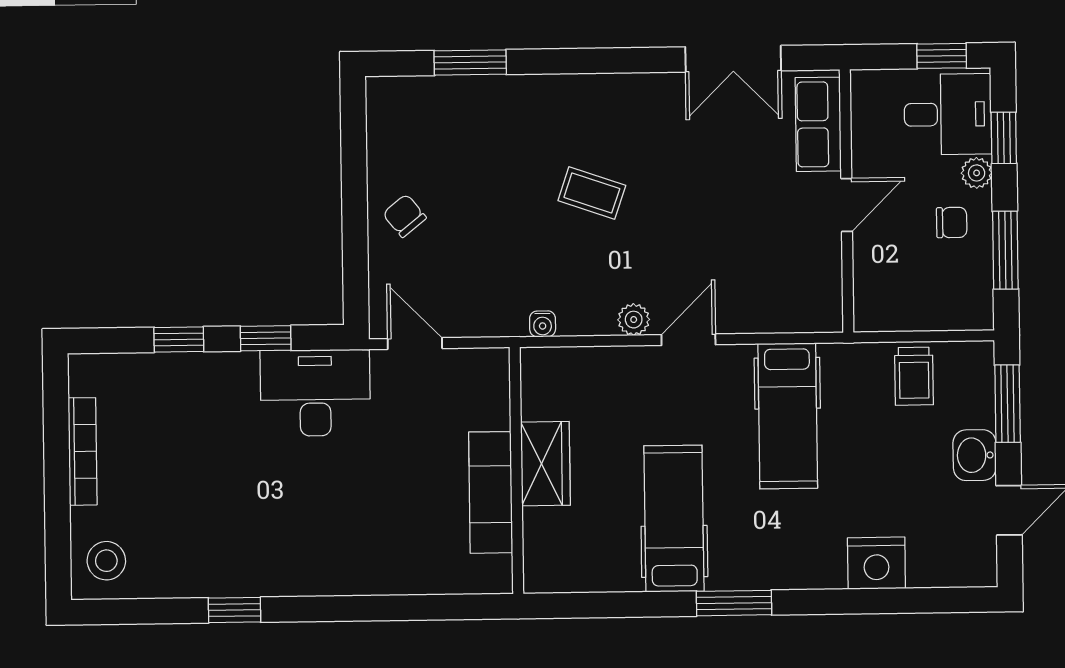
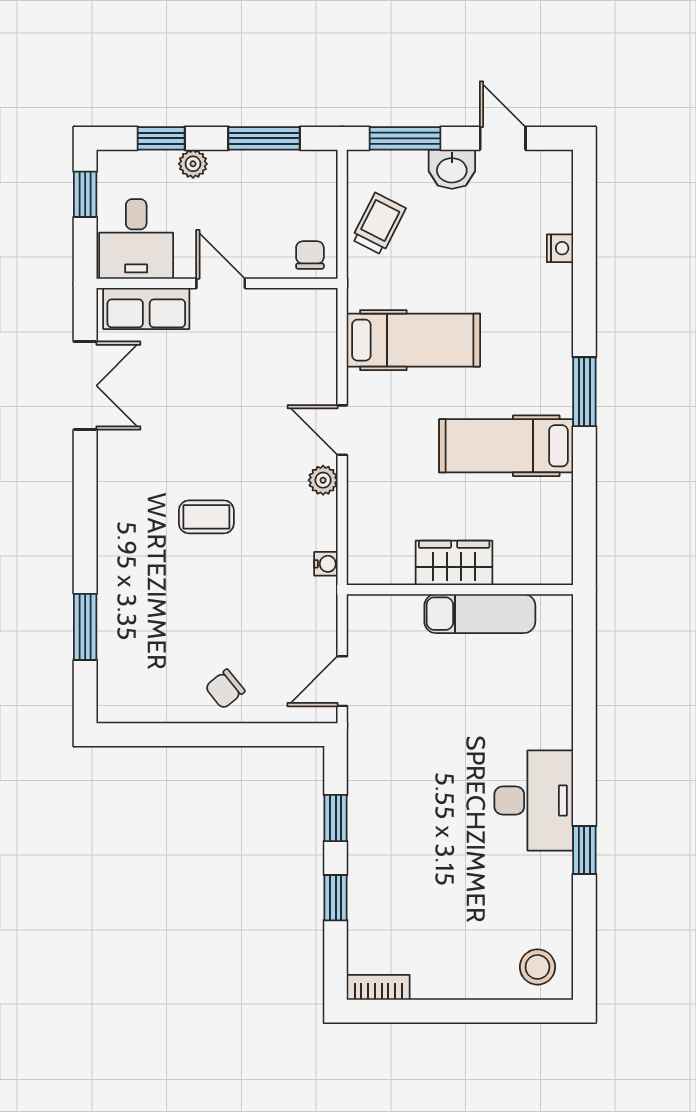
desk: (948, 114) -> (136, 239), moved, turned 180
coffee table: (592, 193) -> (206, 517), turned 71
chair: (952, 223) -> (310, 255), moved
trolley: (914, 376) -> (379, 224), turned -63
desk: (315, 393) -> (534, 801), moved, turned 180
bookcase: (83, 451) -> (378, 987), moved, width x0.64
nightstand: (876, 563) -> (560, 248), width x0.53, depth x0.56

